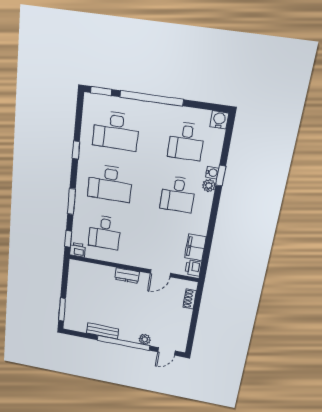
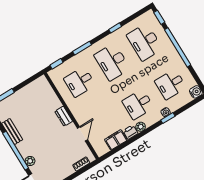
plant: (209, 186) -> (141, 127), moved
printer: (78, 250) -> (54, 75), removed
printer: (193, 268) -> (130, 132), moved
door: (160, 273) -> (82, 134), swing flipped

